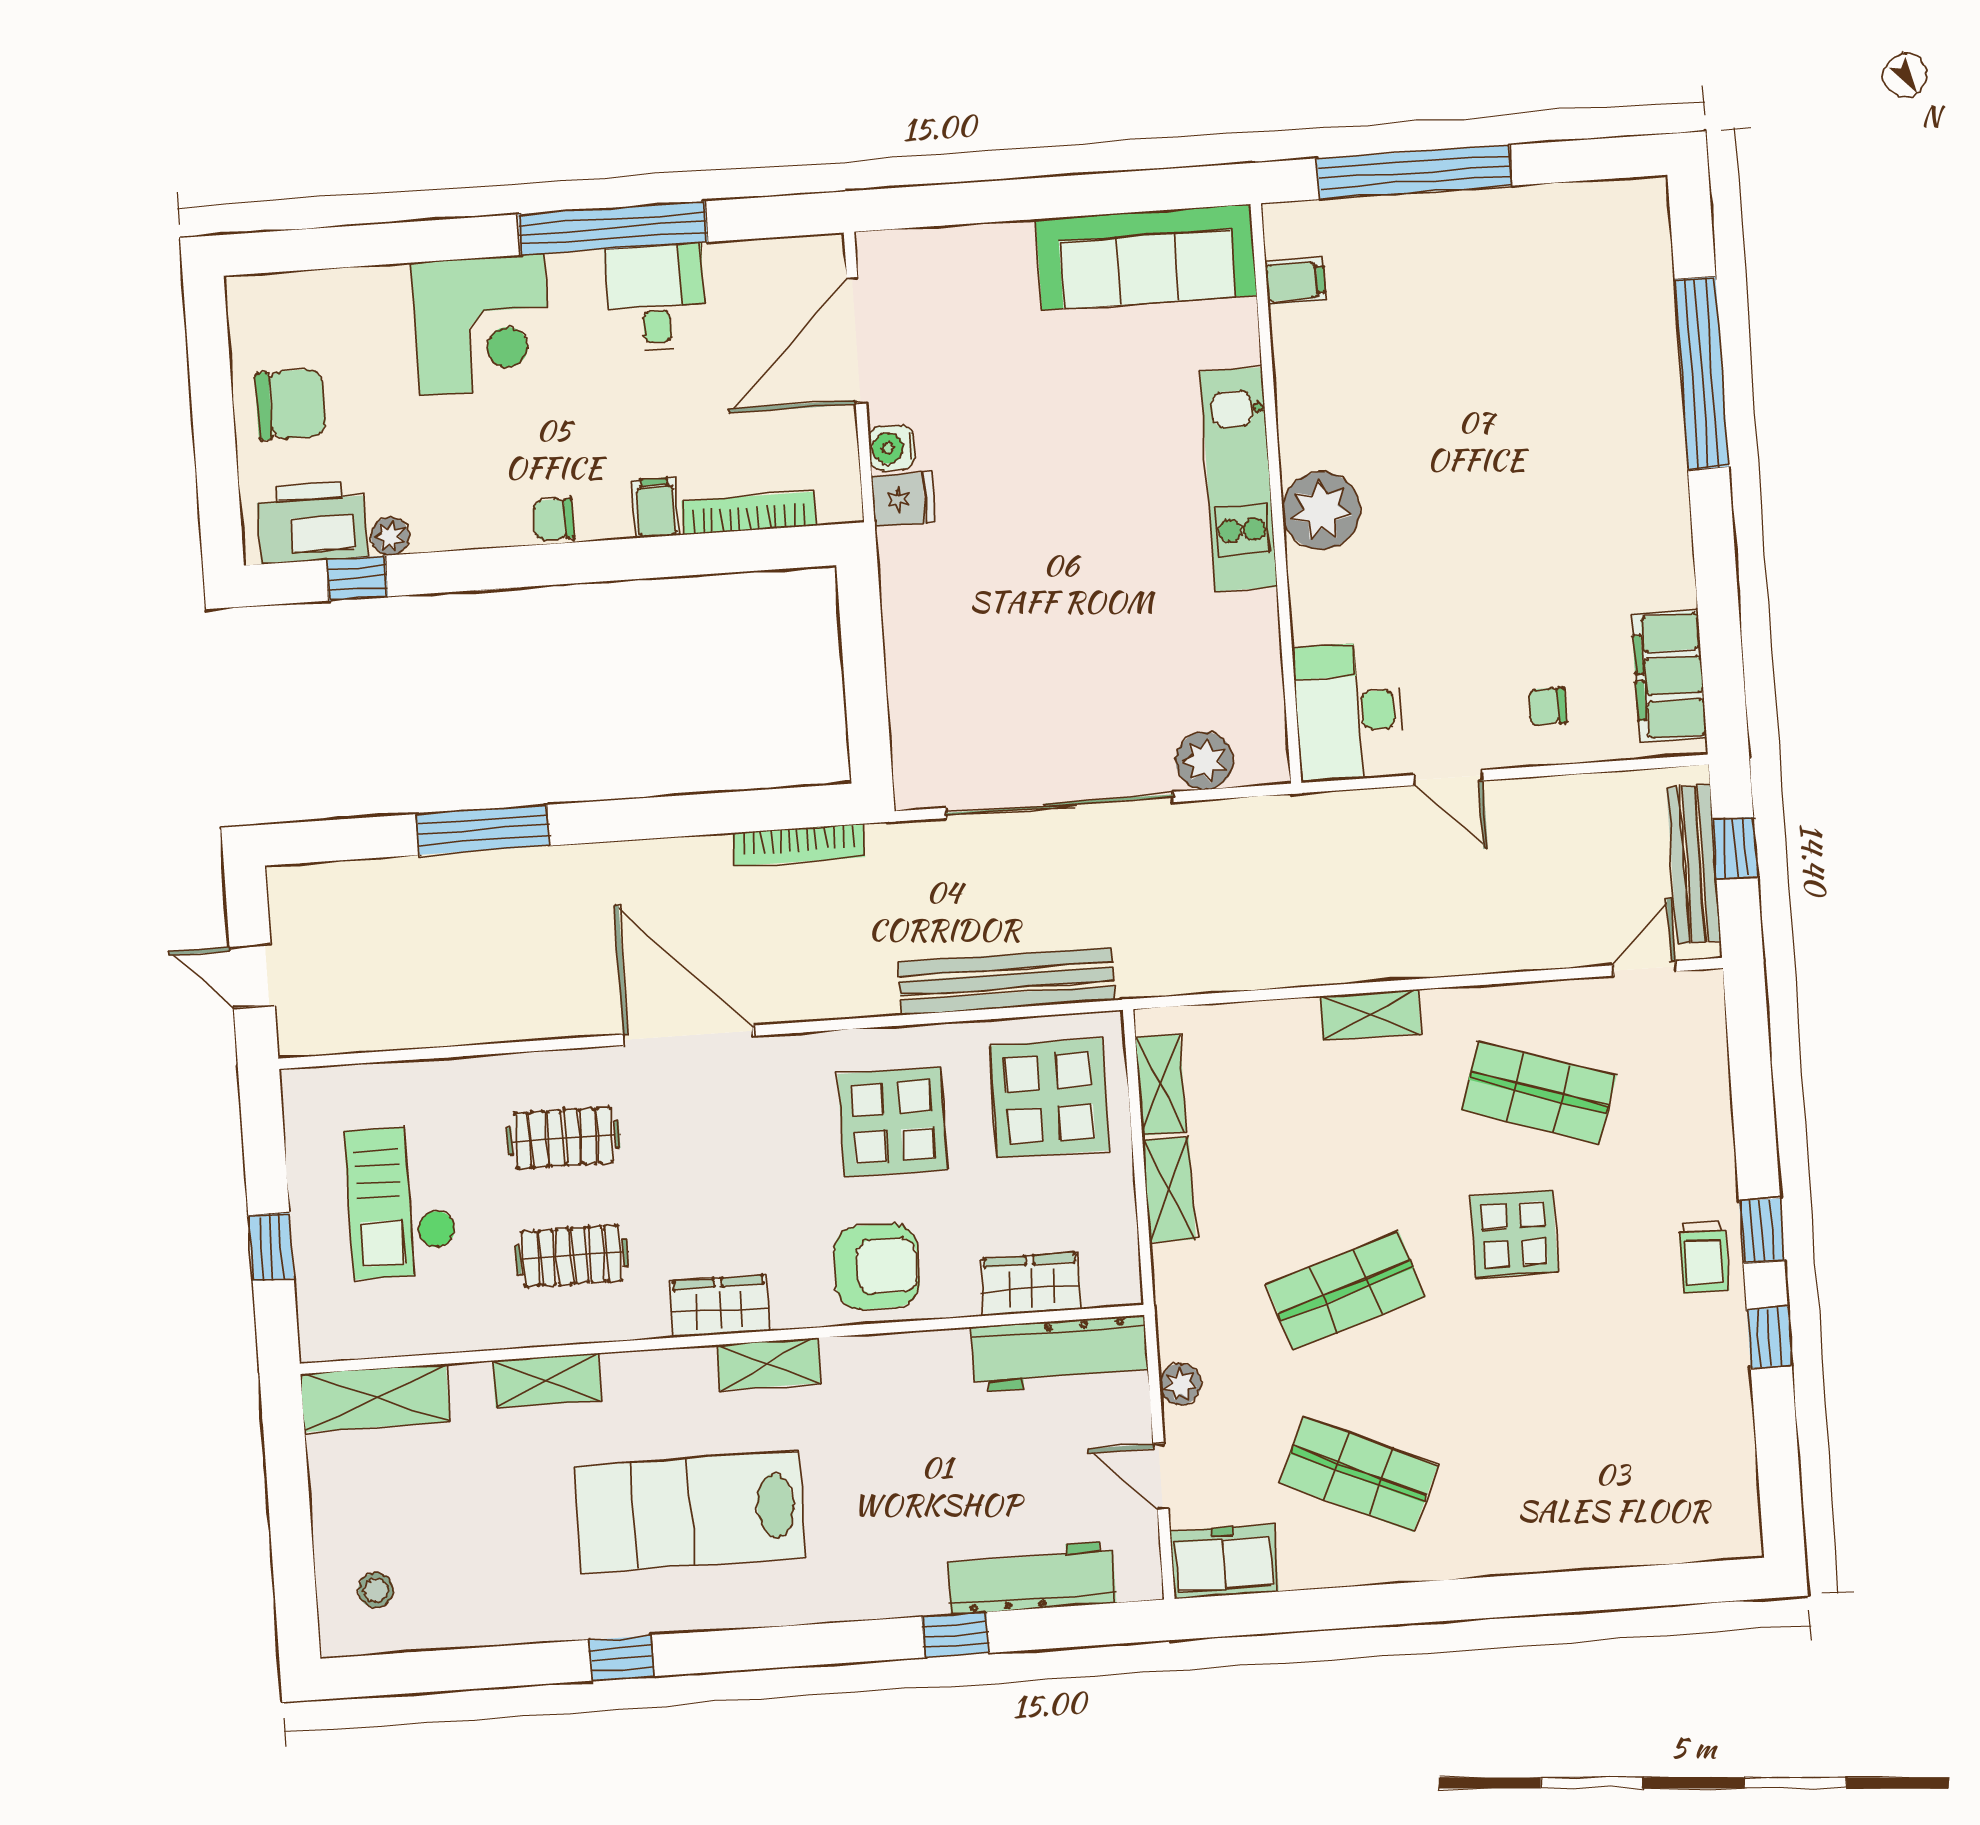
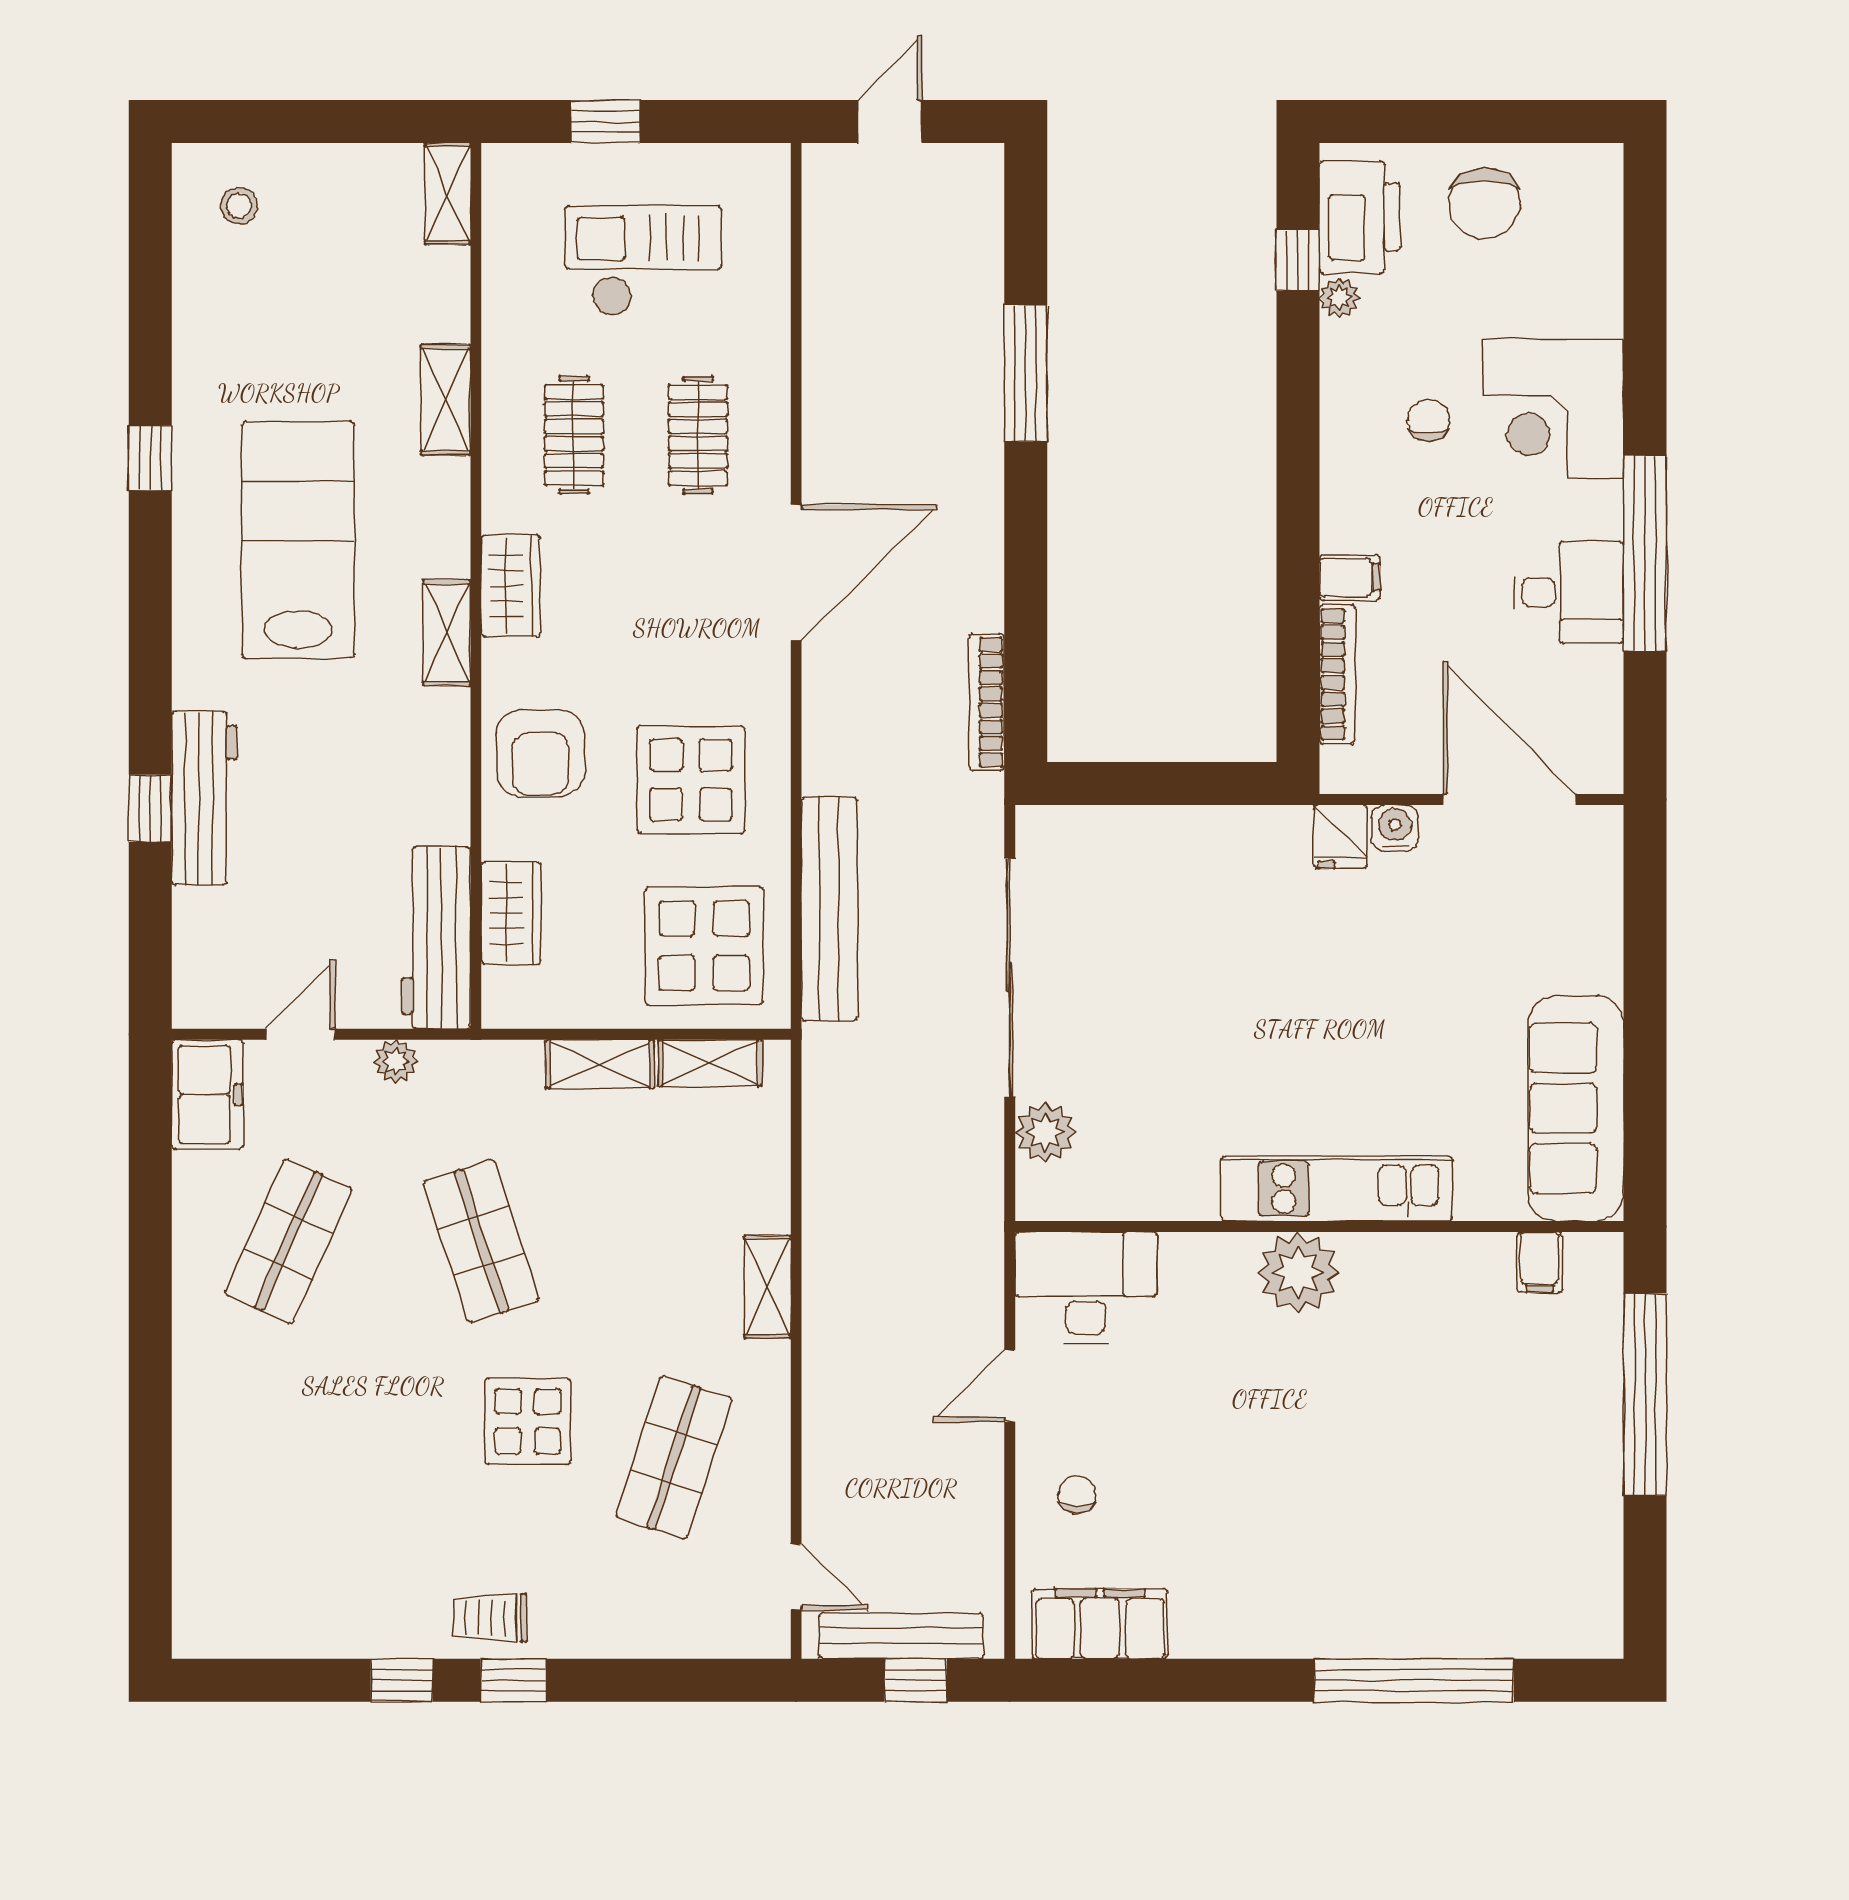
chair: (553, 519) -> (1429, 420), moved
shelving: (375, 1398) -> (448, 194), width x0.67, depth x0.75
workbench: (1031, 1578) -> (204, 798), moved

